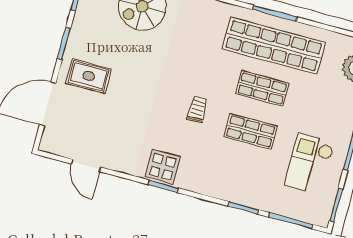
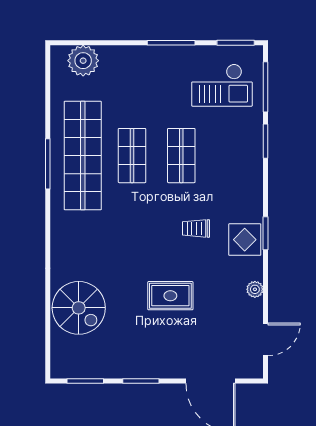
rug: (89, 76) -> (170, 296), moved, turned 90
trolley: (197, 110) -> (196, 228), moved
plant: (117, 164) -> (255, 289), added
checkout: (309, 164) -> (222, 85), moved
door: (86, 165) -> (266, 339), moved

